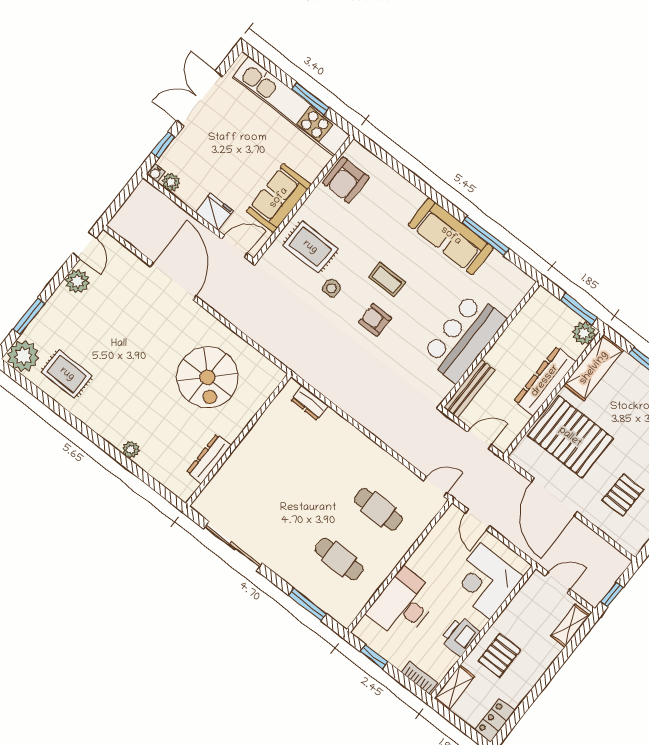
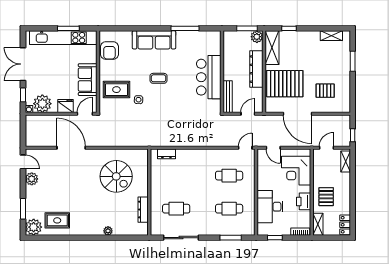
plant: (171, 182) -> (42, 104), width x1.87, depth x1.87
sofa: (451, 236) -> (154, 40), moved
armchair: (375, 320) -> (167, 99), removed
pallet: (623, 495) -> (325, 91), turned 90
cafe table: (260, 497) -> (176, 209), added

